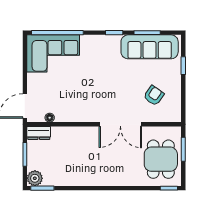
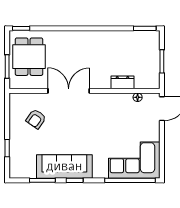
sofa: (150, 47) -> (64, 166), moved
dresser: (39, 133) -> (122, 82), moved
plant: (35, 178) -> (152, 38), removed

